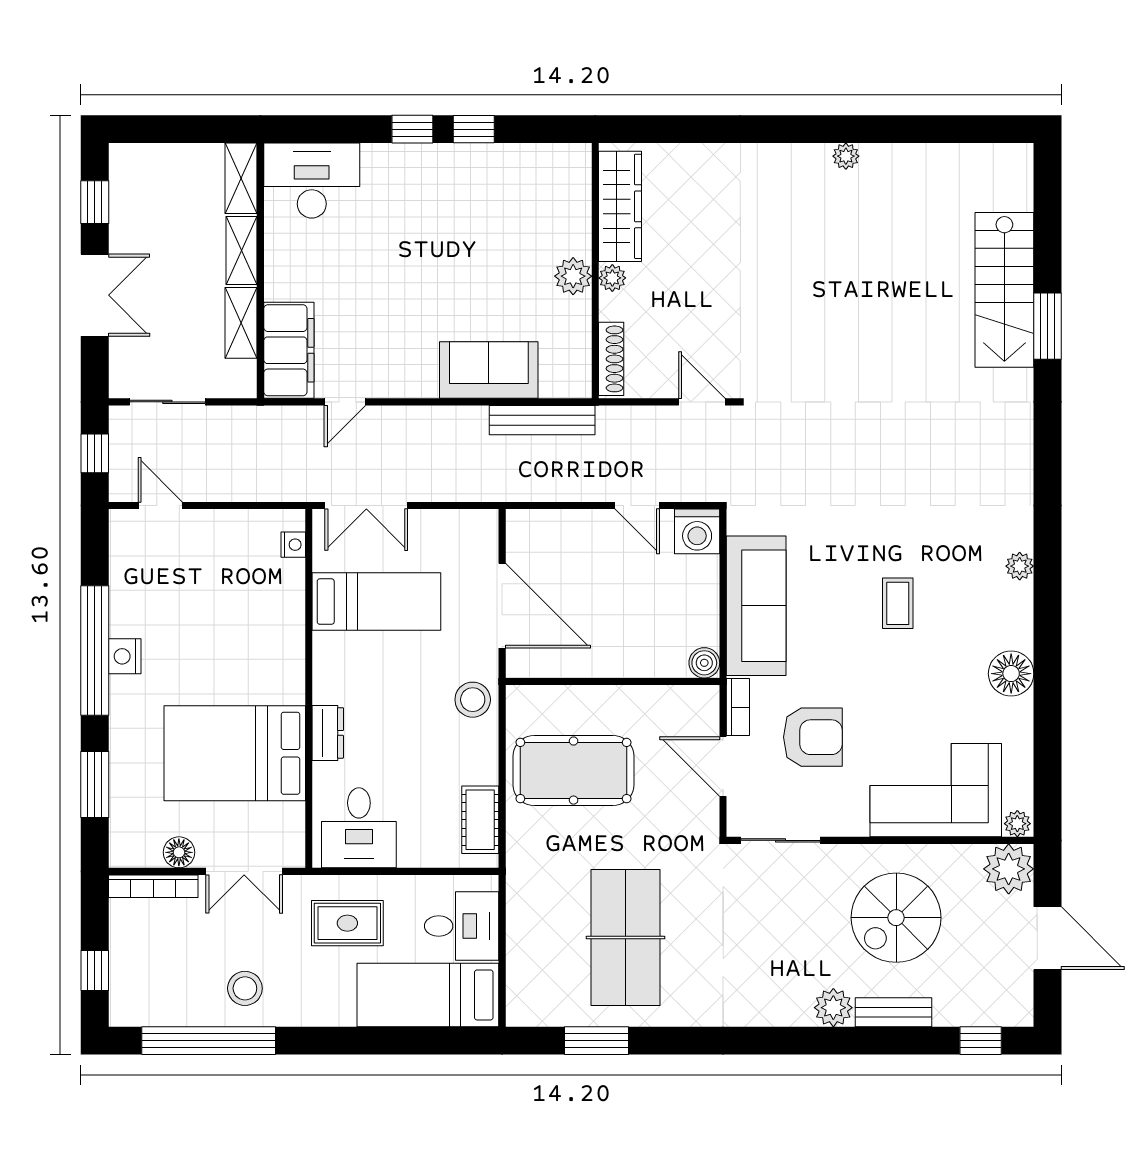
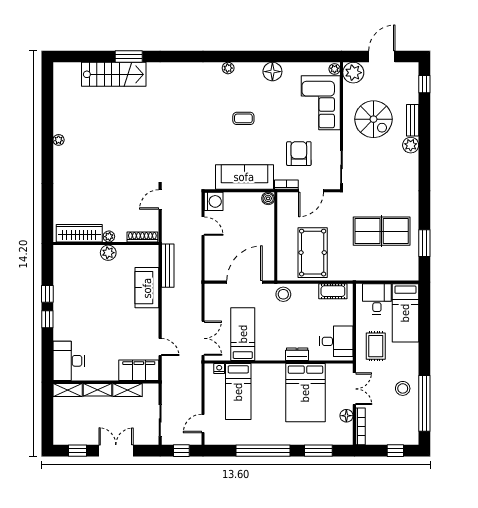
door: (637, 505) -> (203, 226), hinge flipped
bed: (237, 591) -> (238, 392), added
nightstand: (125, 656) -> (265, 438), removed

